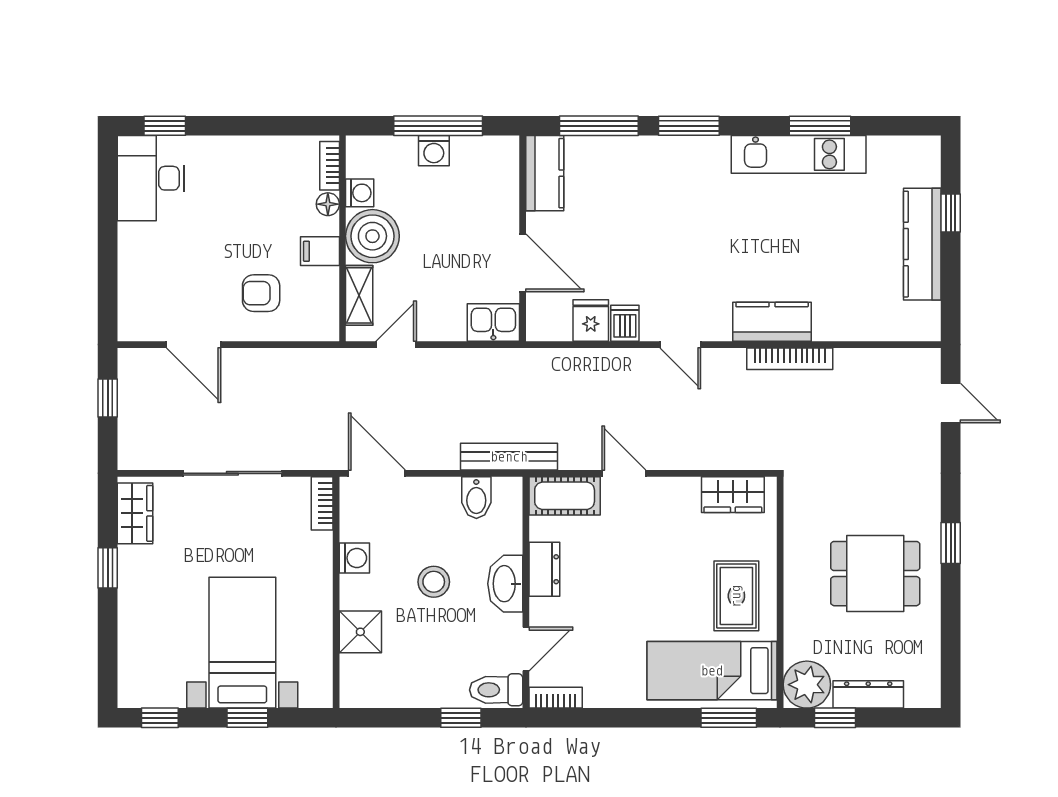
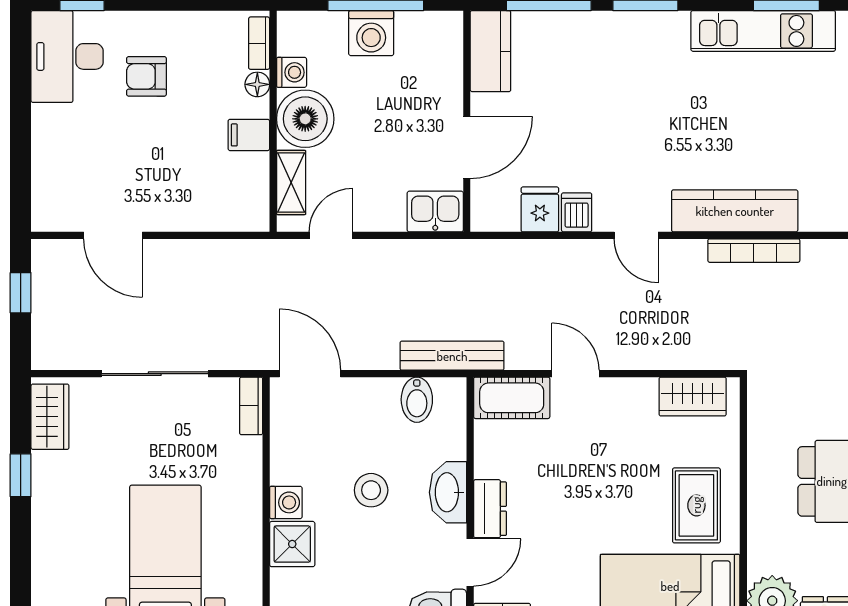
washing machine: (434, 151) -> (371, 33), width x1.38, depth x1.38
door: (523, 263) -> (467, 147), hinge flipped
armchair: (261, 293) -> (146, 76), moved
kitchen counter: (772, 322) -> (735, 211), width x1.50
washing machine: (354, 558) -> (286, 502), moved
dresser: (544, 569) -> (490, 509), moved

